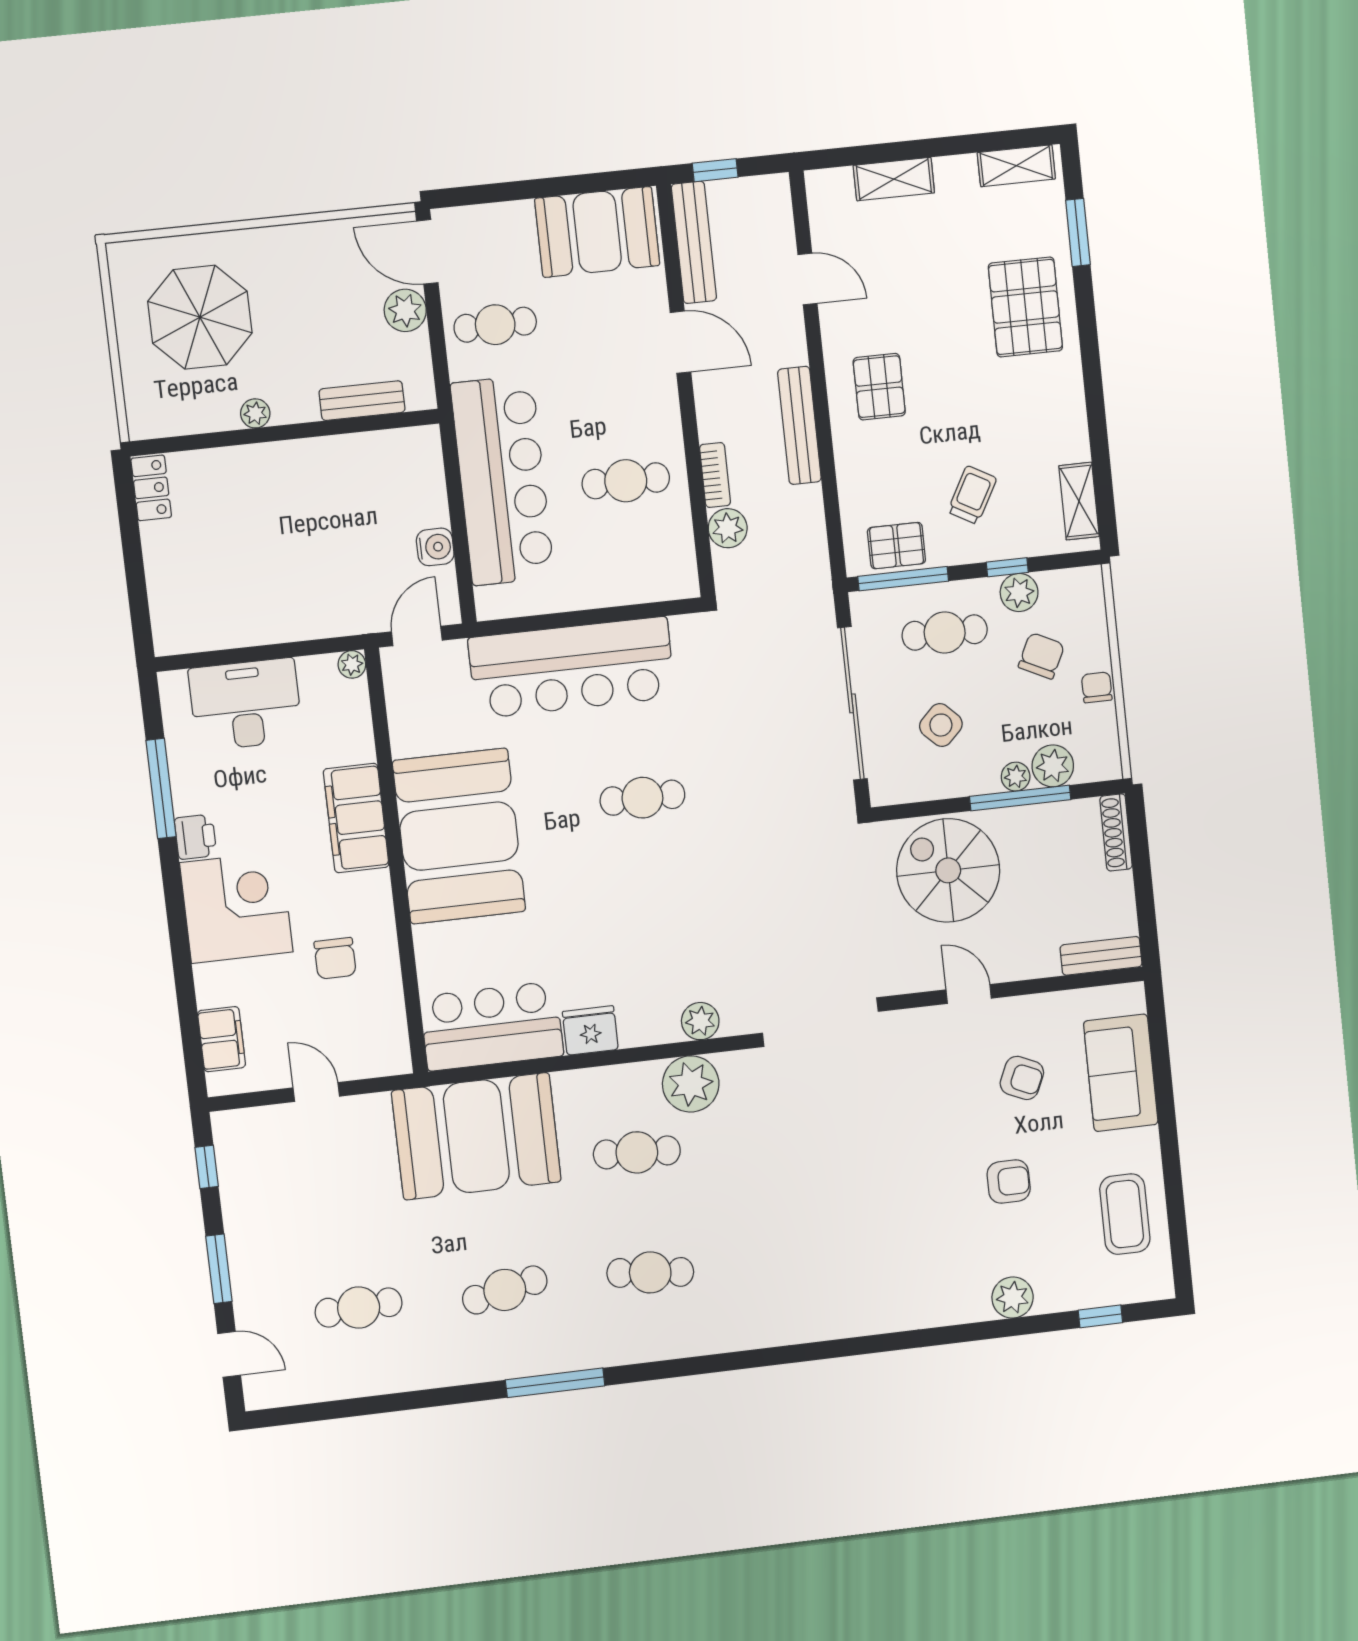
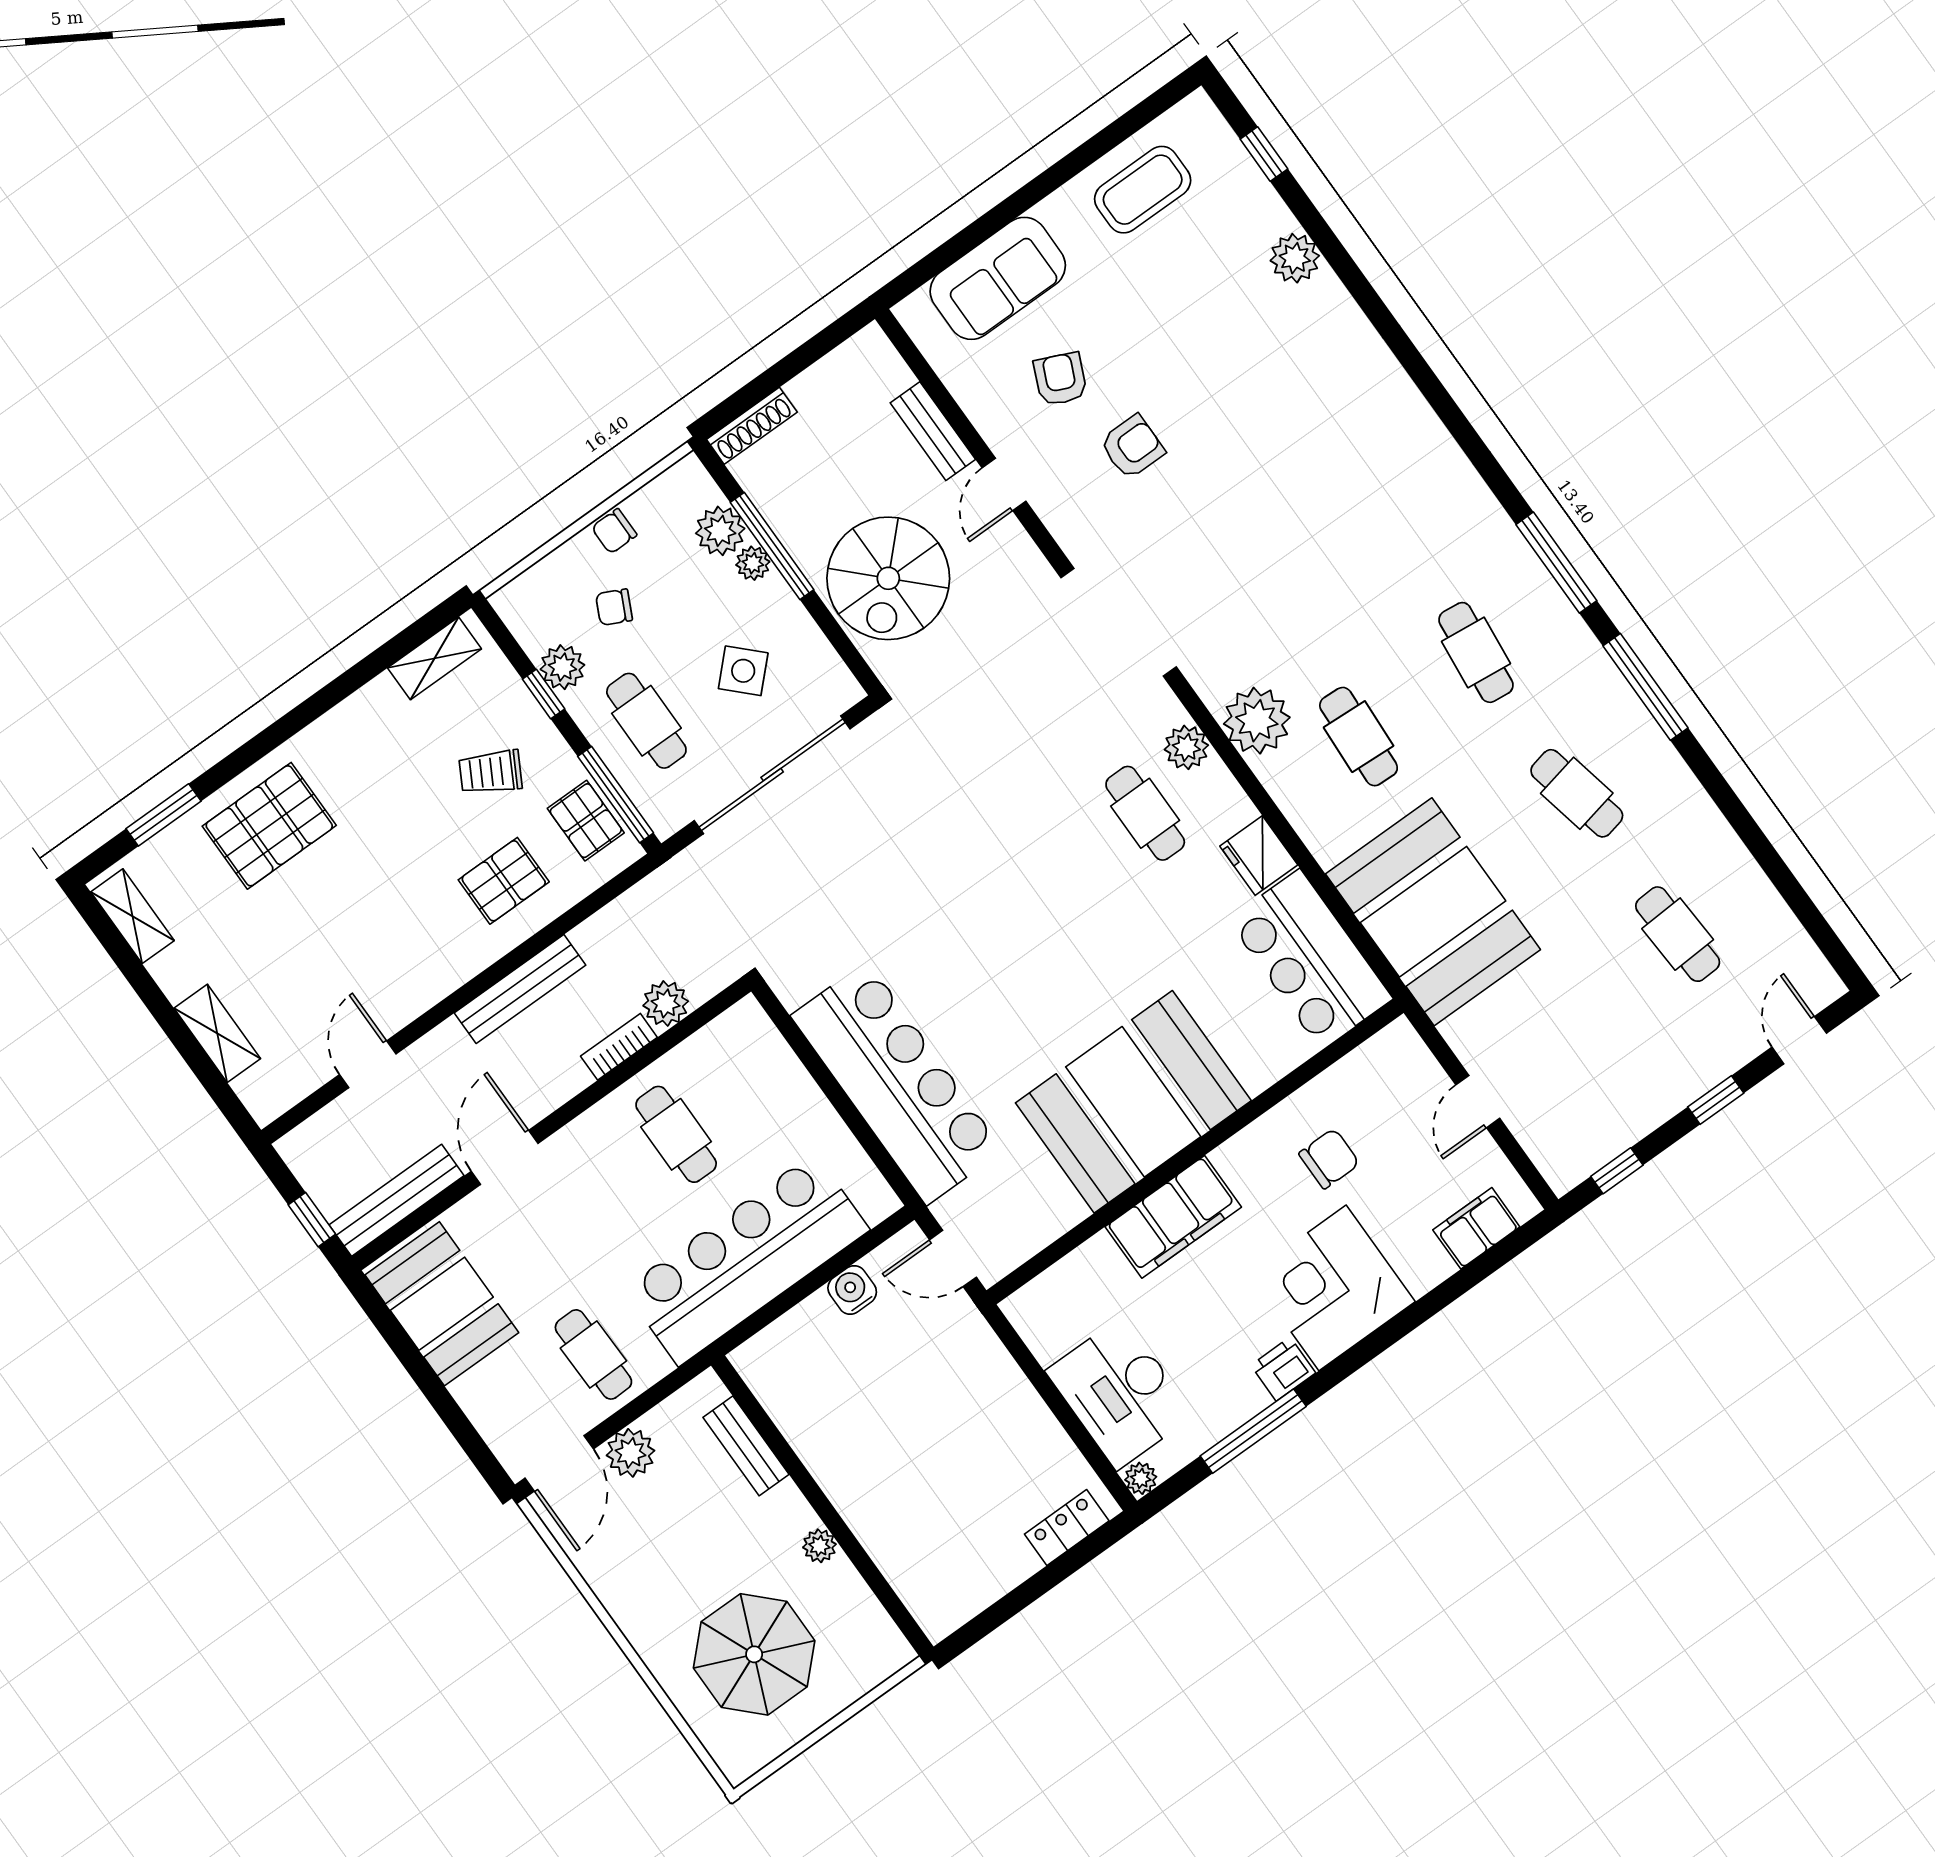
pallet: (879, 387) -> (504, 881), moved
locker: (151, 488) -> (1067, 1527), moved
chair: (1041, 656) -> (614, 607), width x0.73, depth x0.73
plant: (352, 664) -> (1141, 1478), moved
cafe table: (642, 798) -> (1145, 813), moved
bench: (1101, 956) -> (933, 431), moved
armchair: (1009, 1182) -> (1132, 447), moved, turned 90
window: (219, 1269) -> (1716, 1100), width x0.67
window: (683, 1367) -> (1556, 563), added

